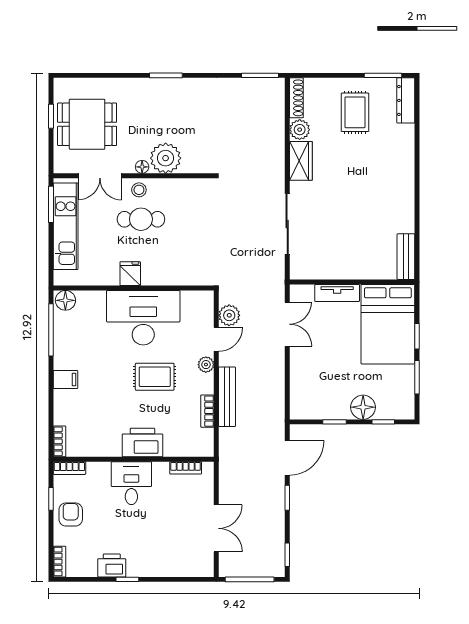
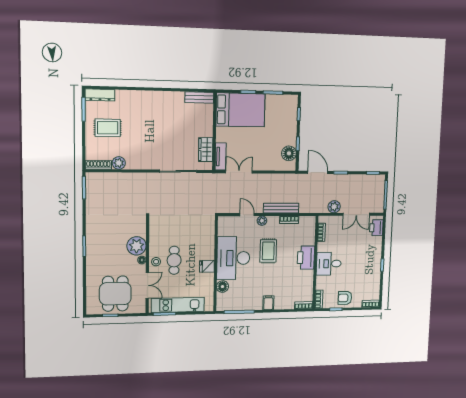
wardrobe: (301, 161) -> (206, 150), moved, turned -90
tv unit: (337, 293) -> (221, 157), moved
floor lamp: (65, 300) -> (222, 287), moved
plant: (229, 315) -> (334, 207), moved
floor lamp: (363, 407) -> (289, 153), moved
double door: (216, 528) -> (356, 214), swing flipped
printer: (112, 565) -> (376, 228), moved

